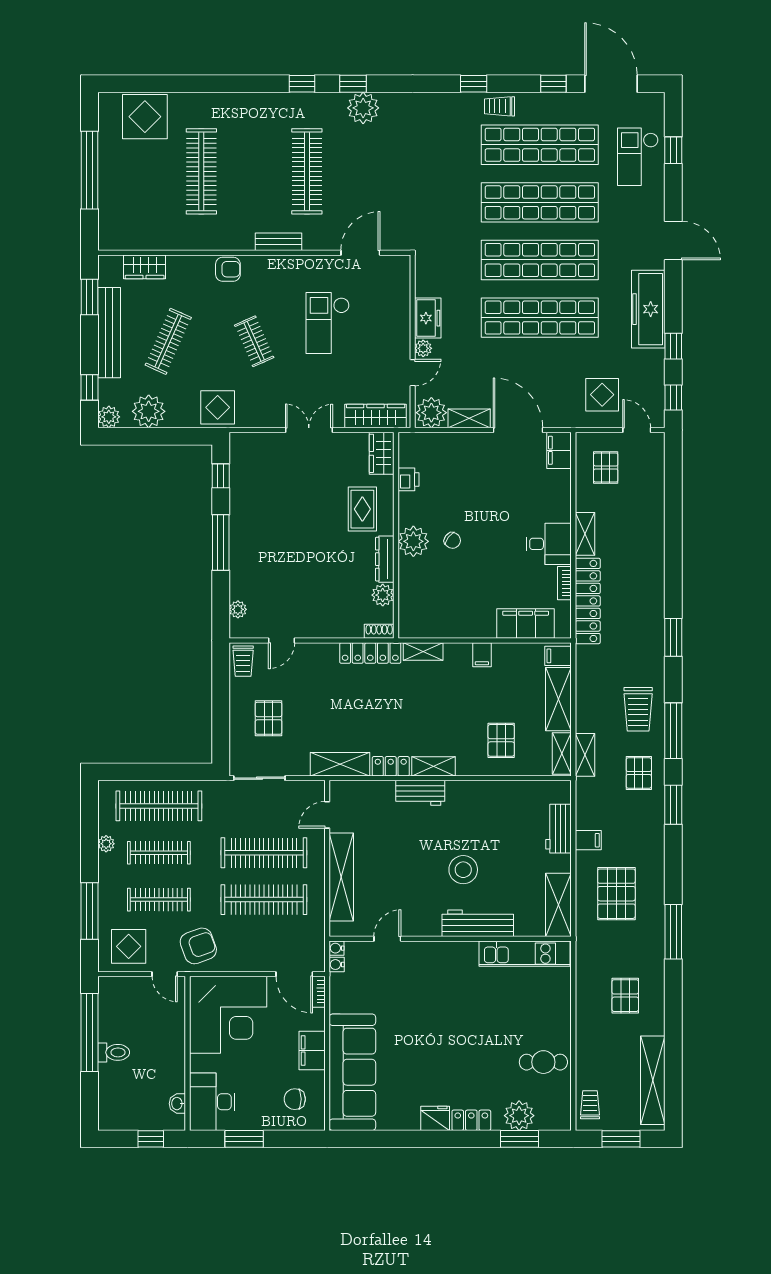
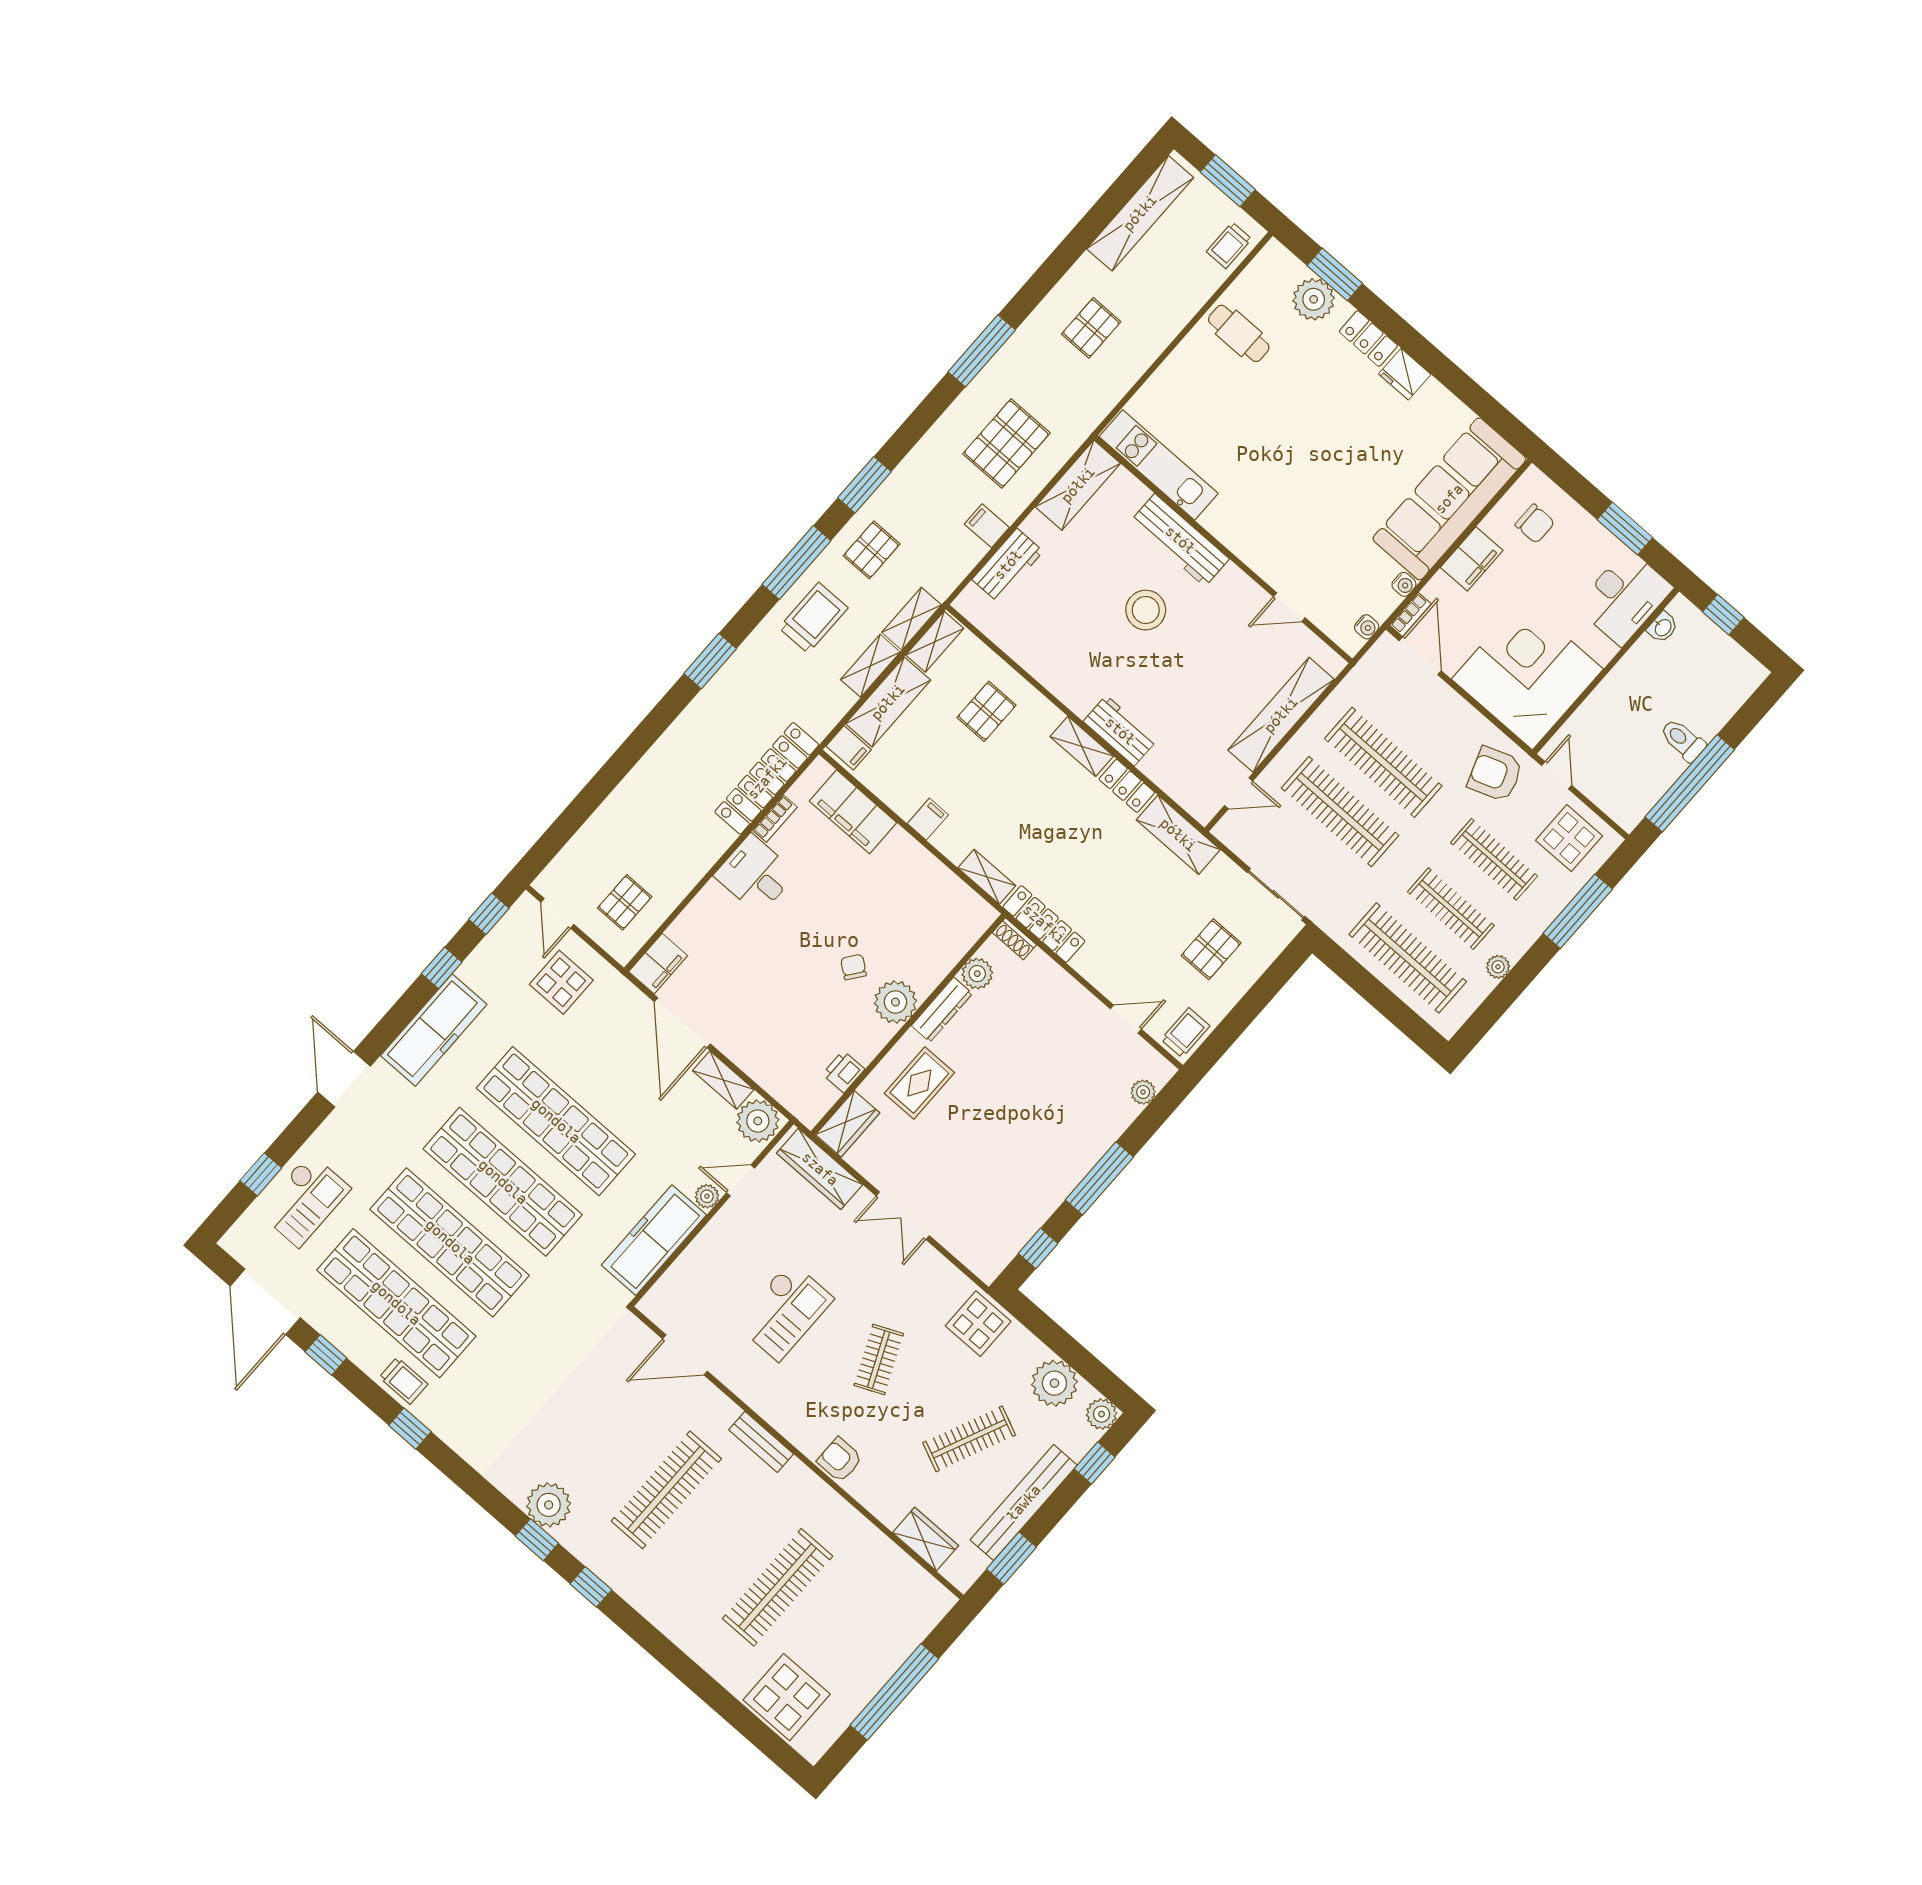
freezer: (428, 318) -> (654, 1240), width x1.91, depth x1.26
shelving: (585, 534) -> (870, 666), moved
water cooler: (337, 948) -> (1404, 584), moved

